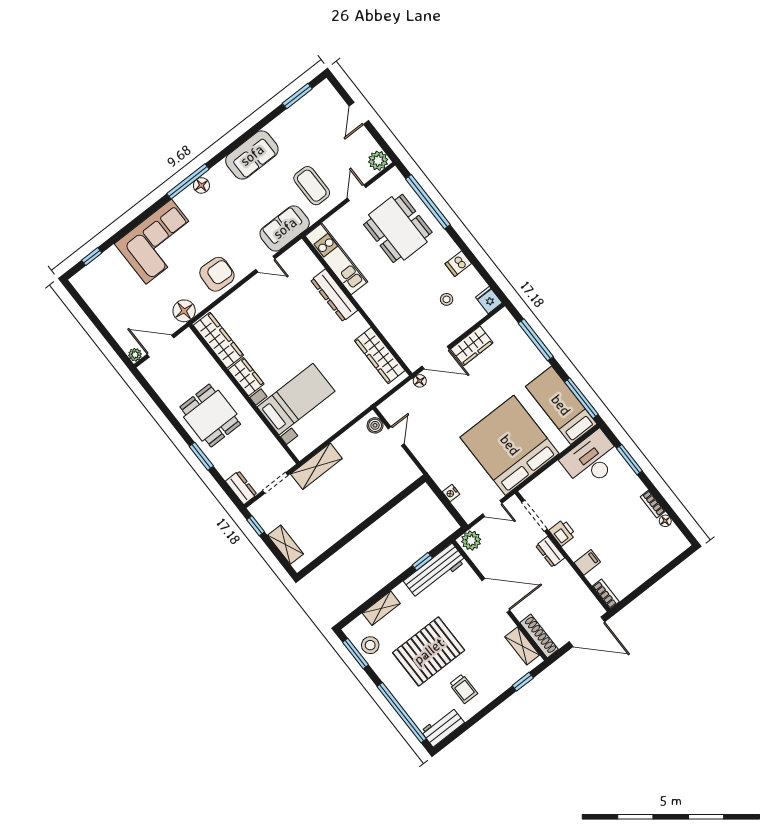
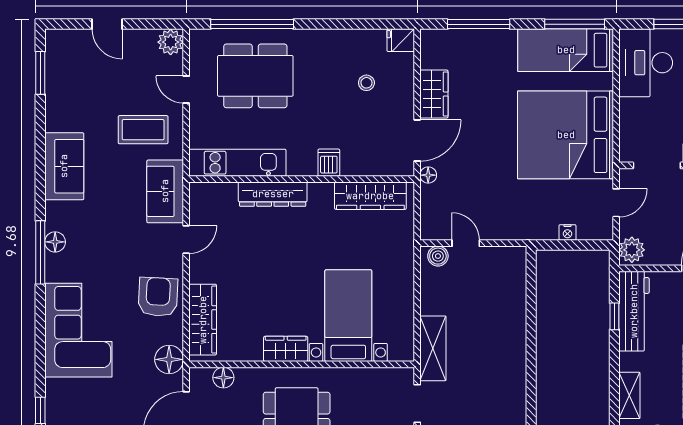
dishwasher: (458, 264) -> (329, 163), moved, turned 180
wardrobe: (218, 340) -> (203, 320), moved, turned 90
floor lamp: (199, 353) -> (223, 378), added

